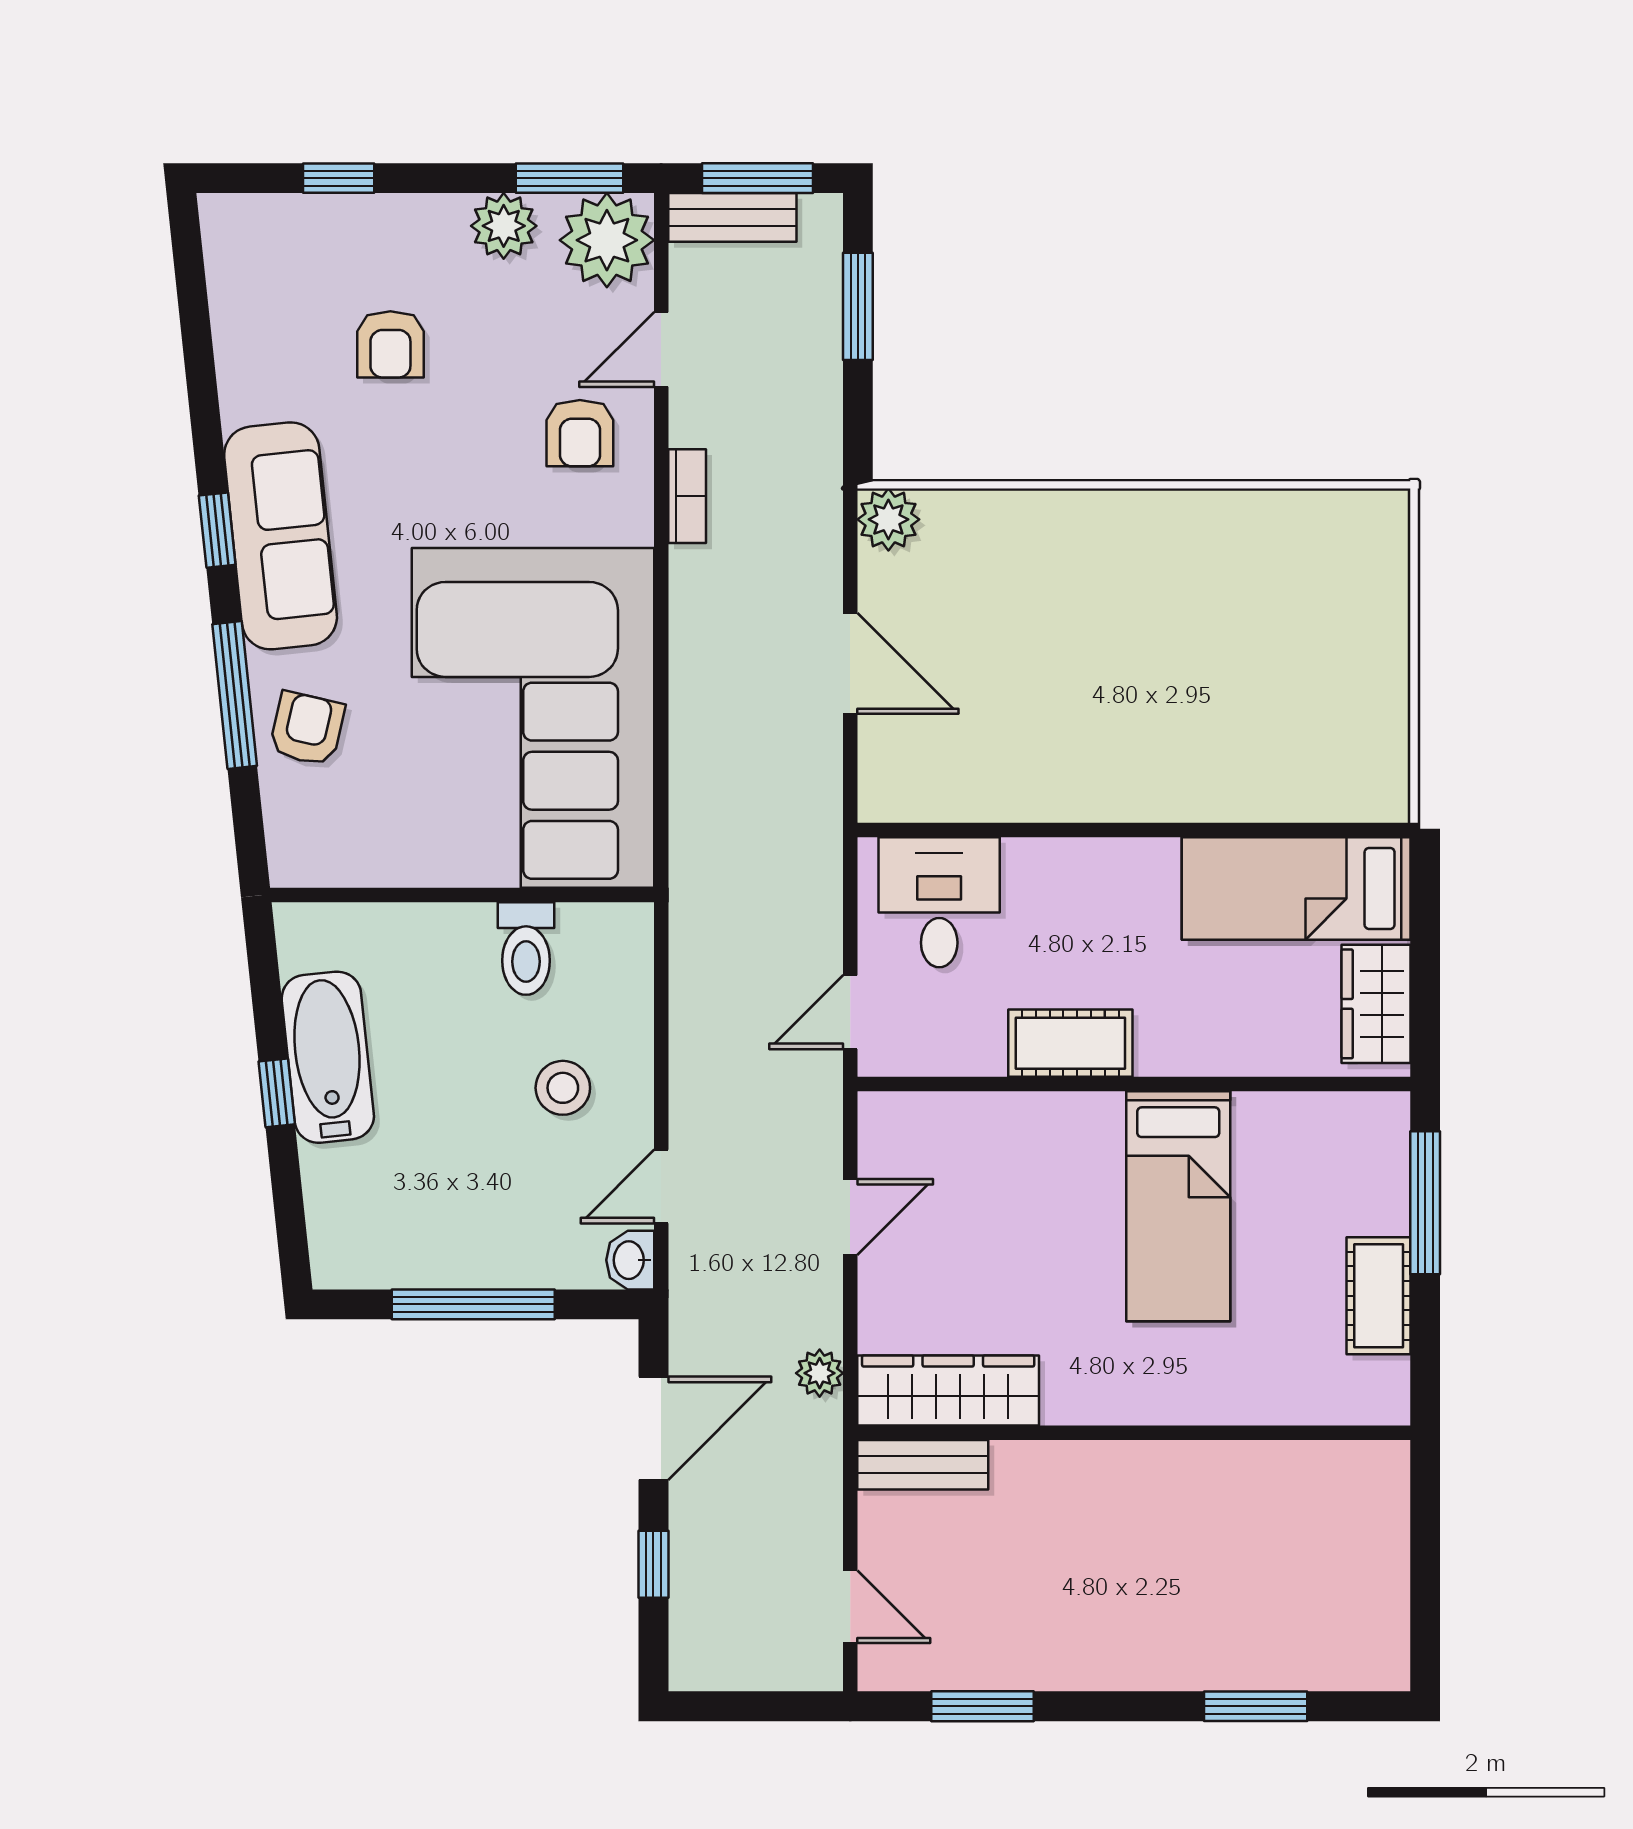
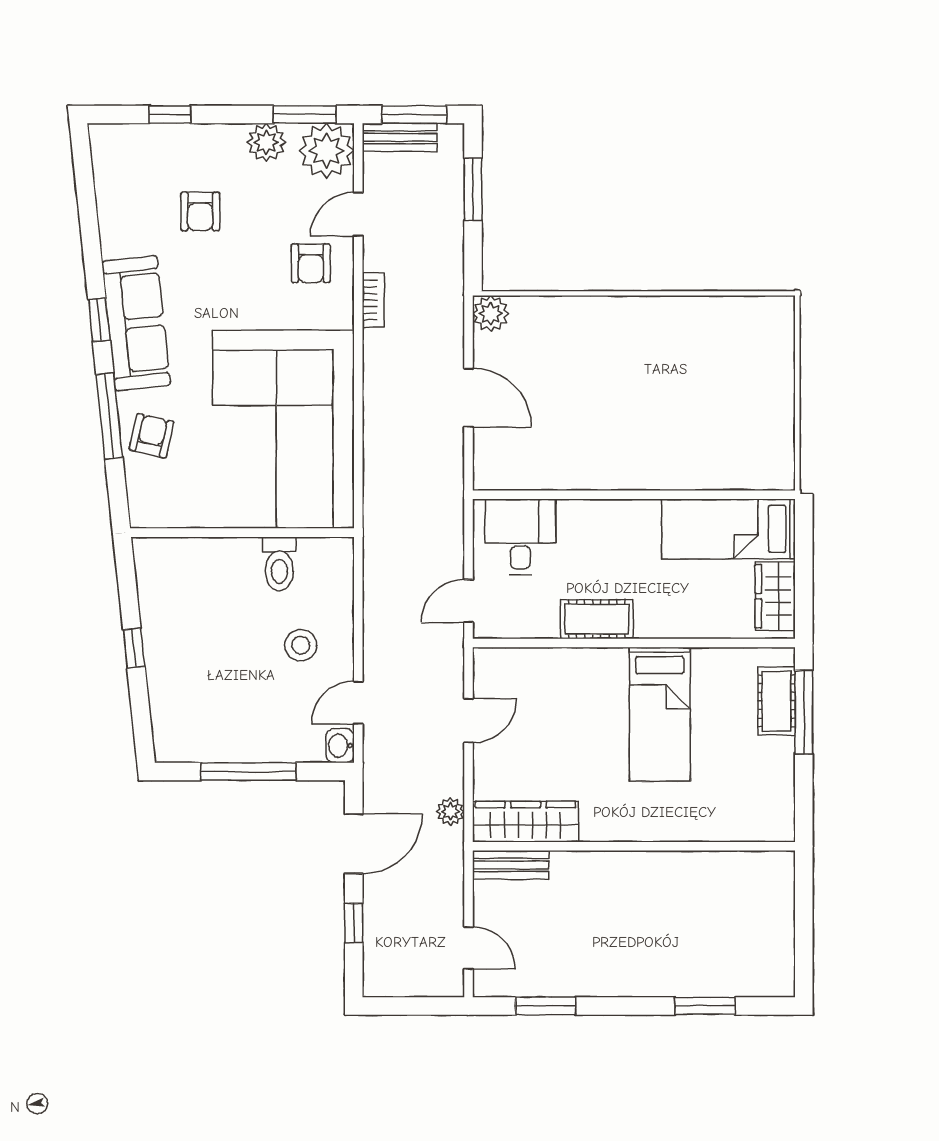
bathtub: (328, 1057) -> (164, 627), removed
cot: (1379, 1296) -> (777, 701), moved

